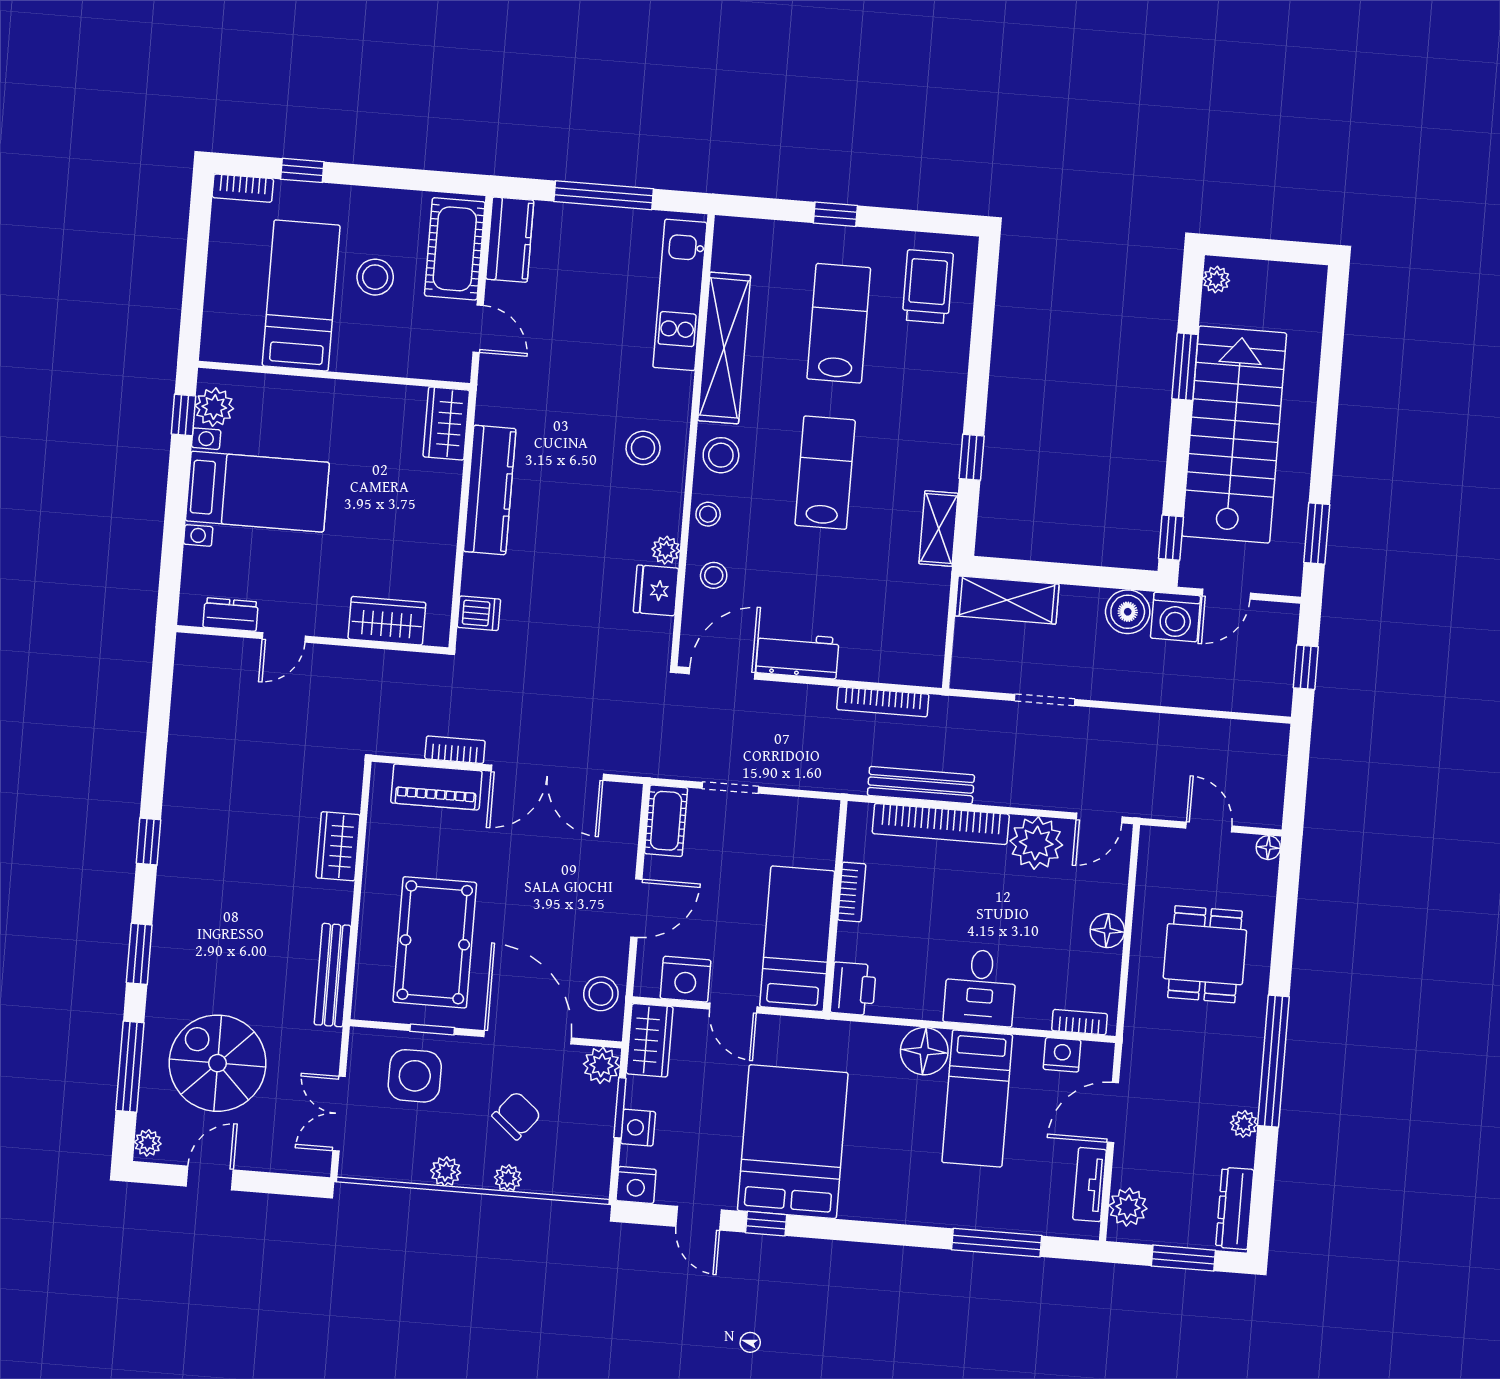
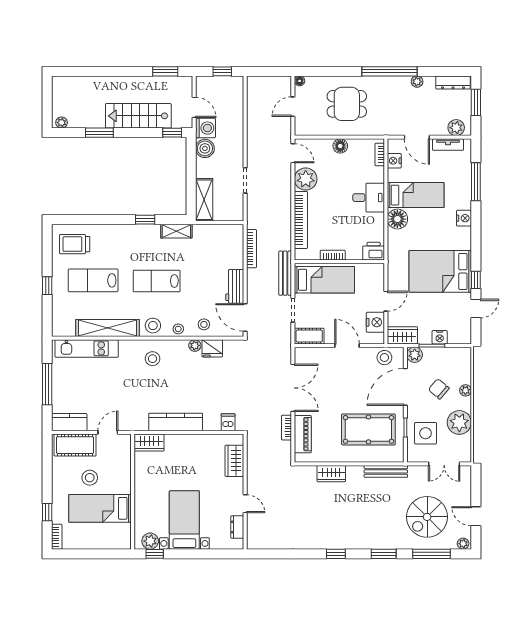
stairs: (1234, 435) -> (138, 116), width x0.73, depth x0.66
bench: (921, 785) -> (285, 273), moved
bed: (797, 939) -> (324, 280), moved, turned 180
plant: (446, 1172) -> (459, 422), width x1.87, depth x1.87
nightstand: (636, 1185) -> (464, 218), moved

